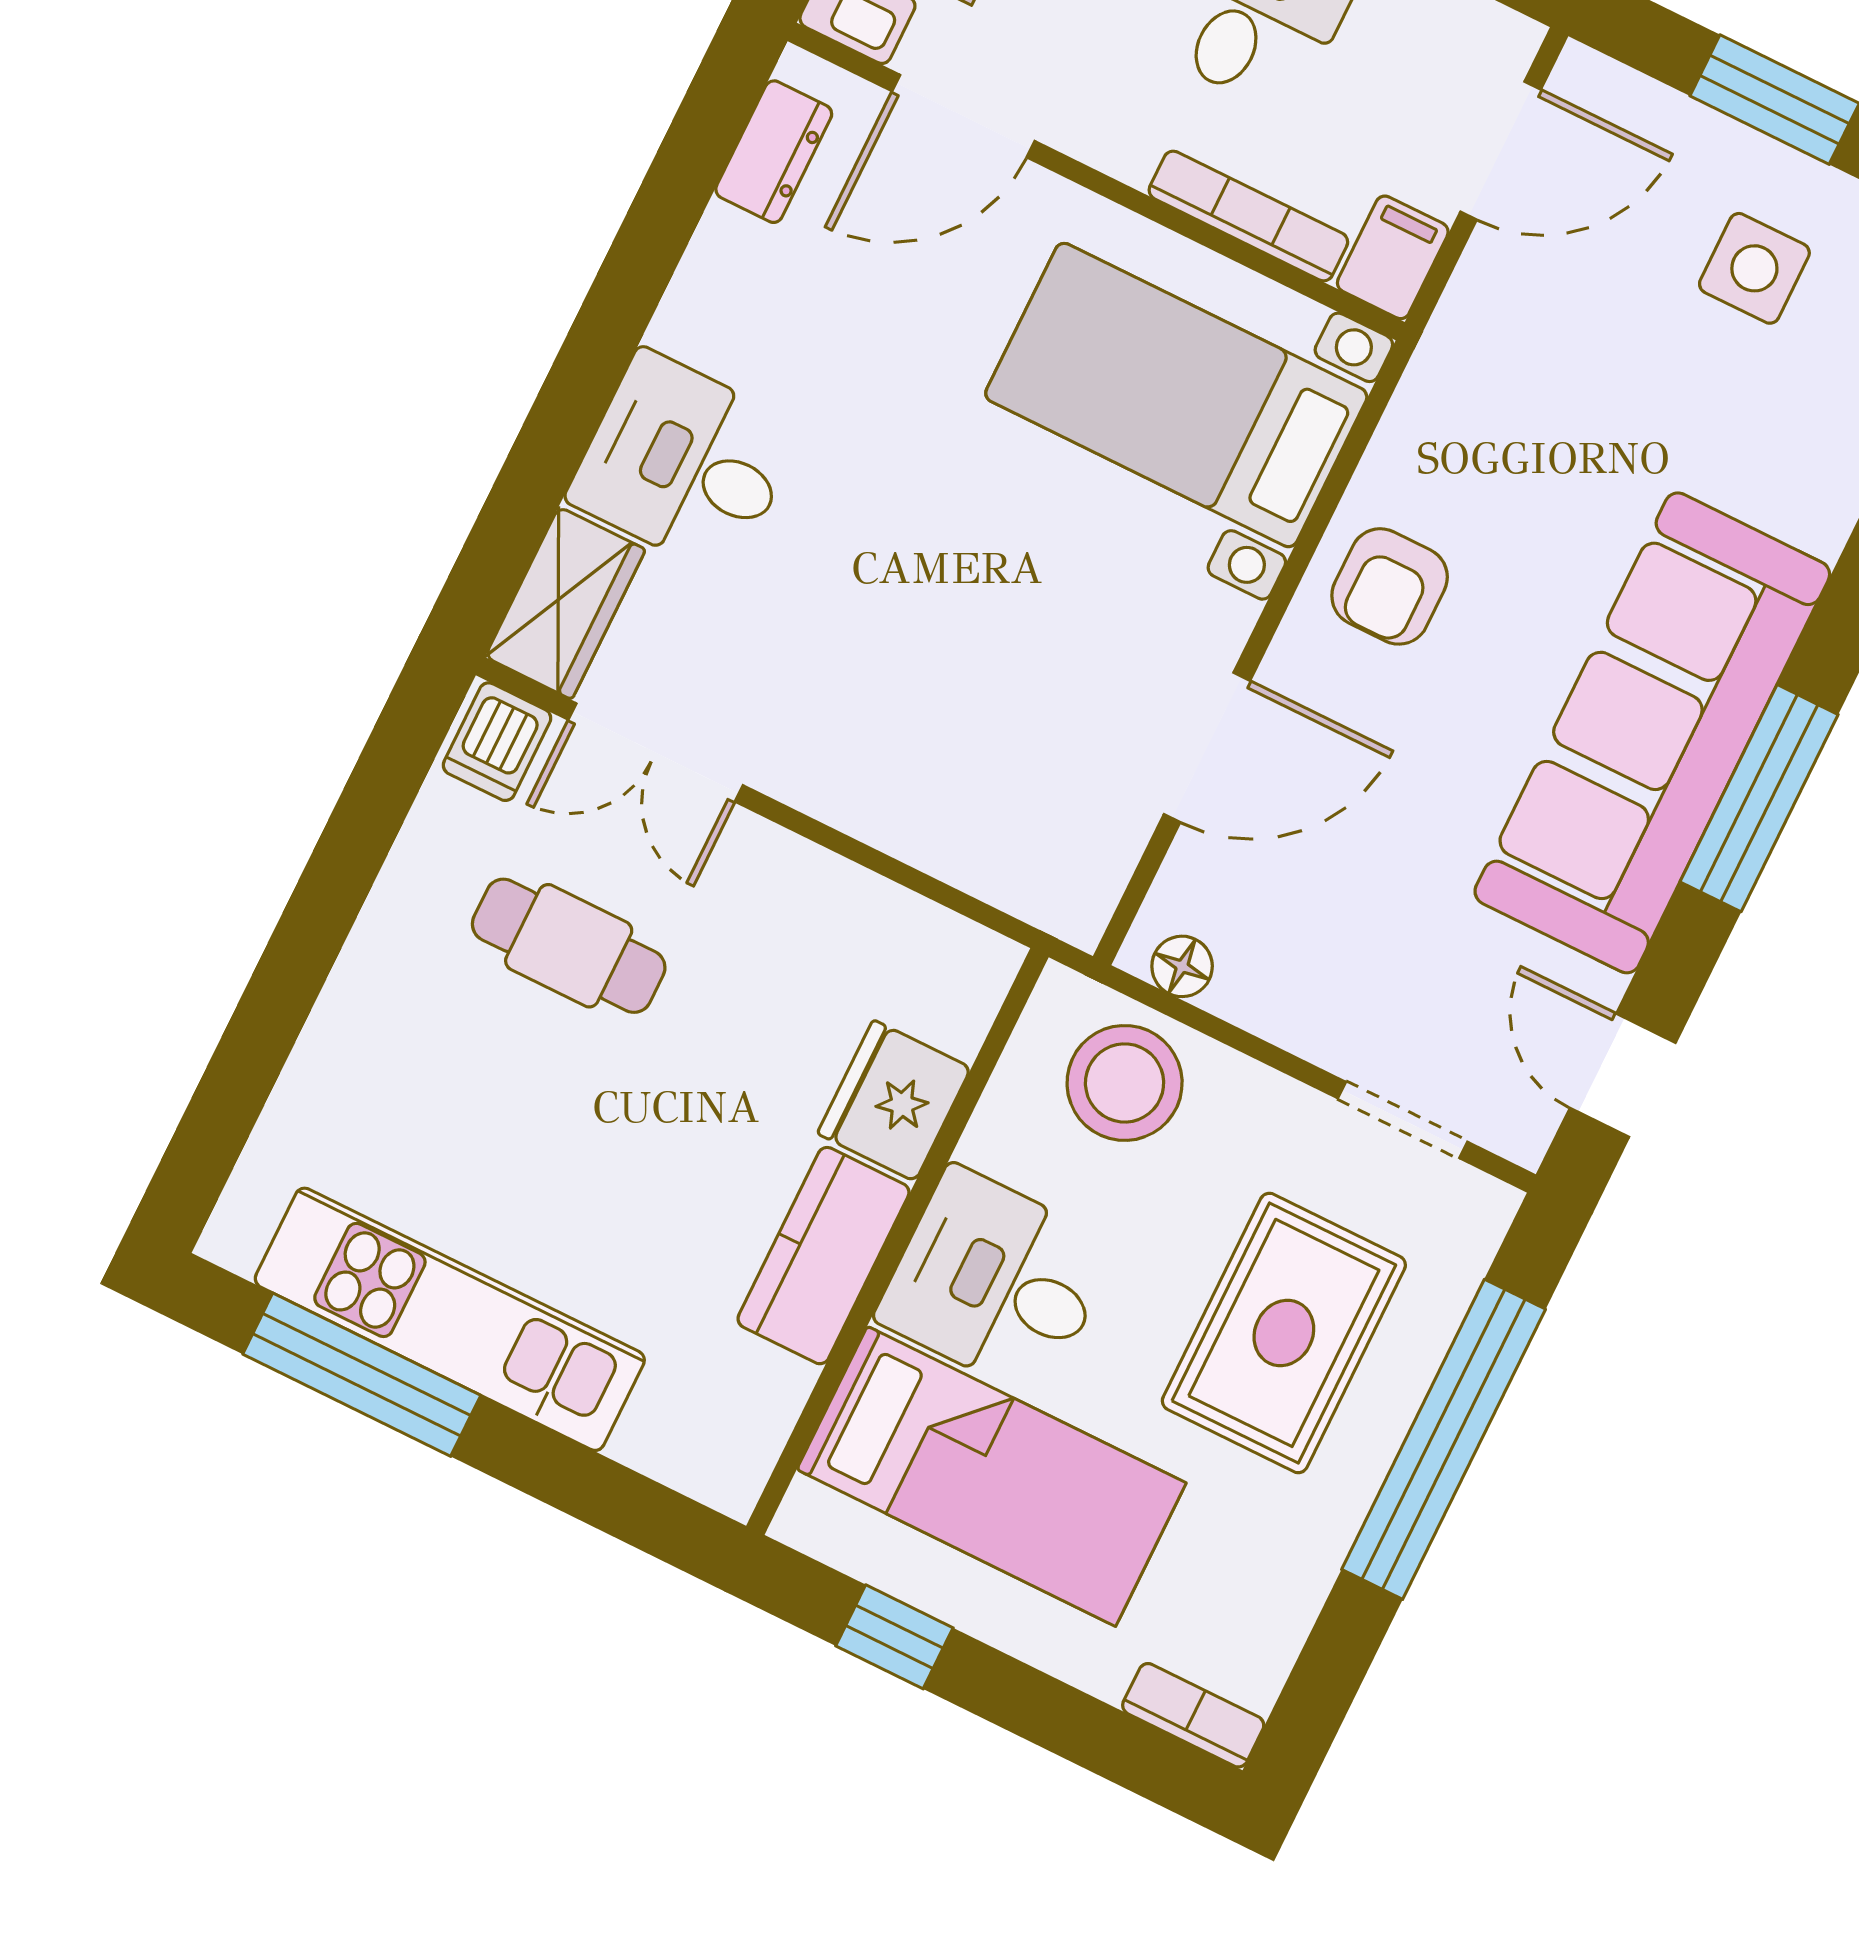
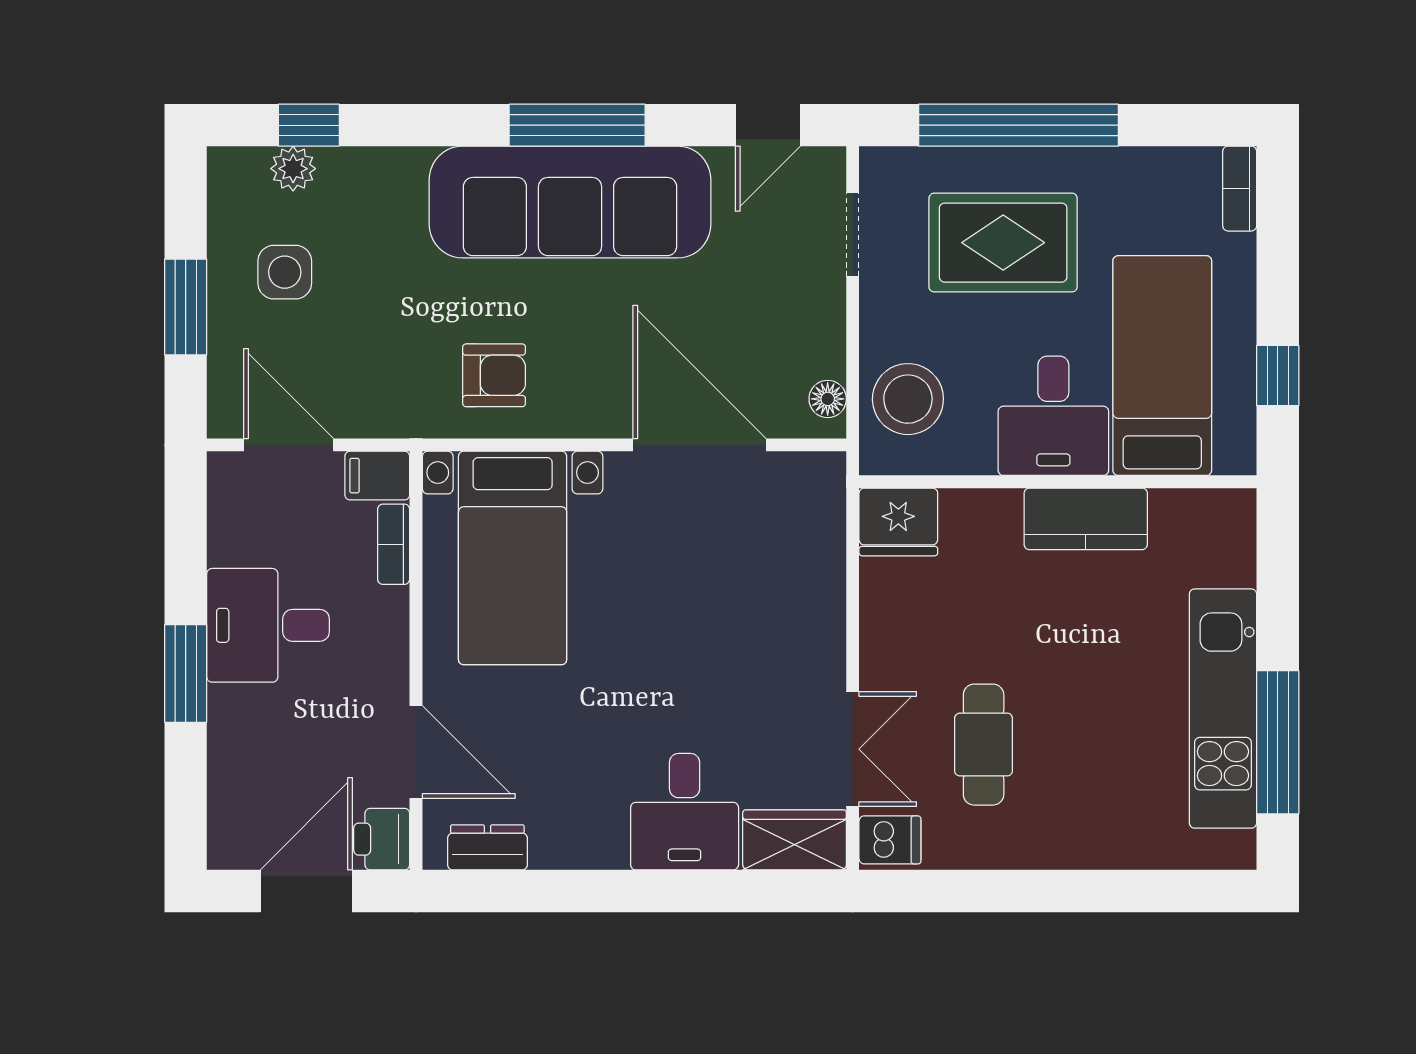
bookcase: (1248, 216) -> (394, 544), width x0.64
armchair: (1390, 586) -> (494, 375), moved
door: (1207, 747) -> (700, 445), width x1.36
fridge: (894, 1101) -> (898, 522), moved

